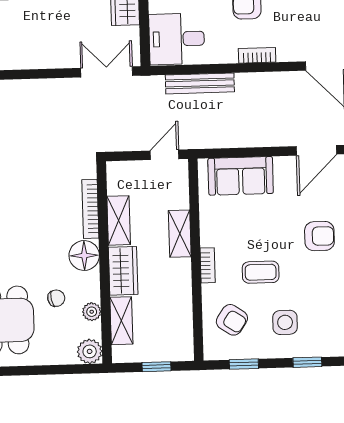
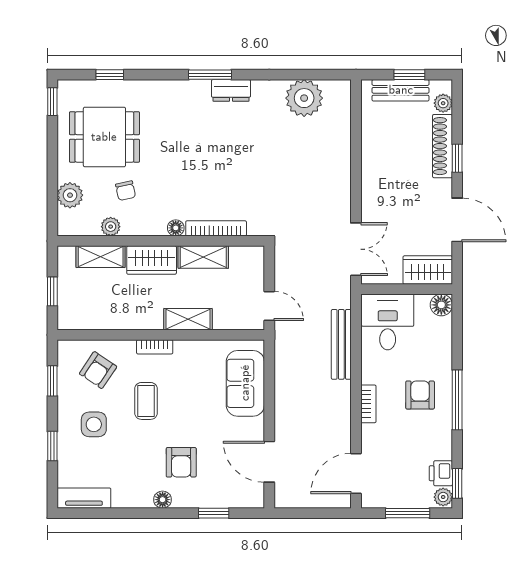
floor lamp: (84, 255) -> (176, 228), width x0.53, depth x0.53
plant: (90, 351) -> (70, 195), moved

